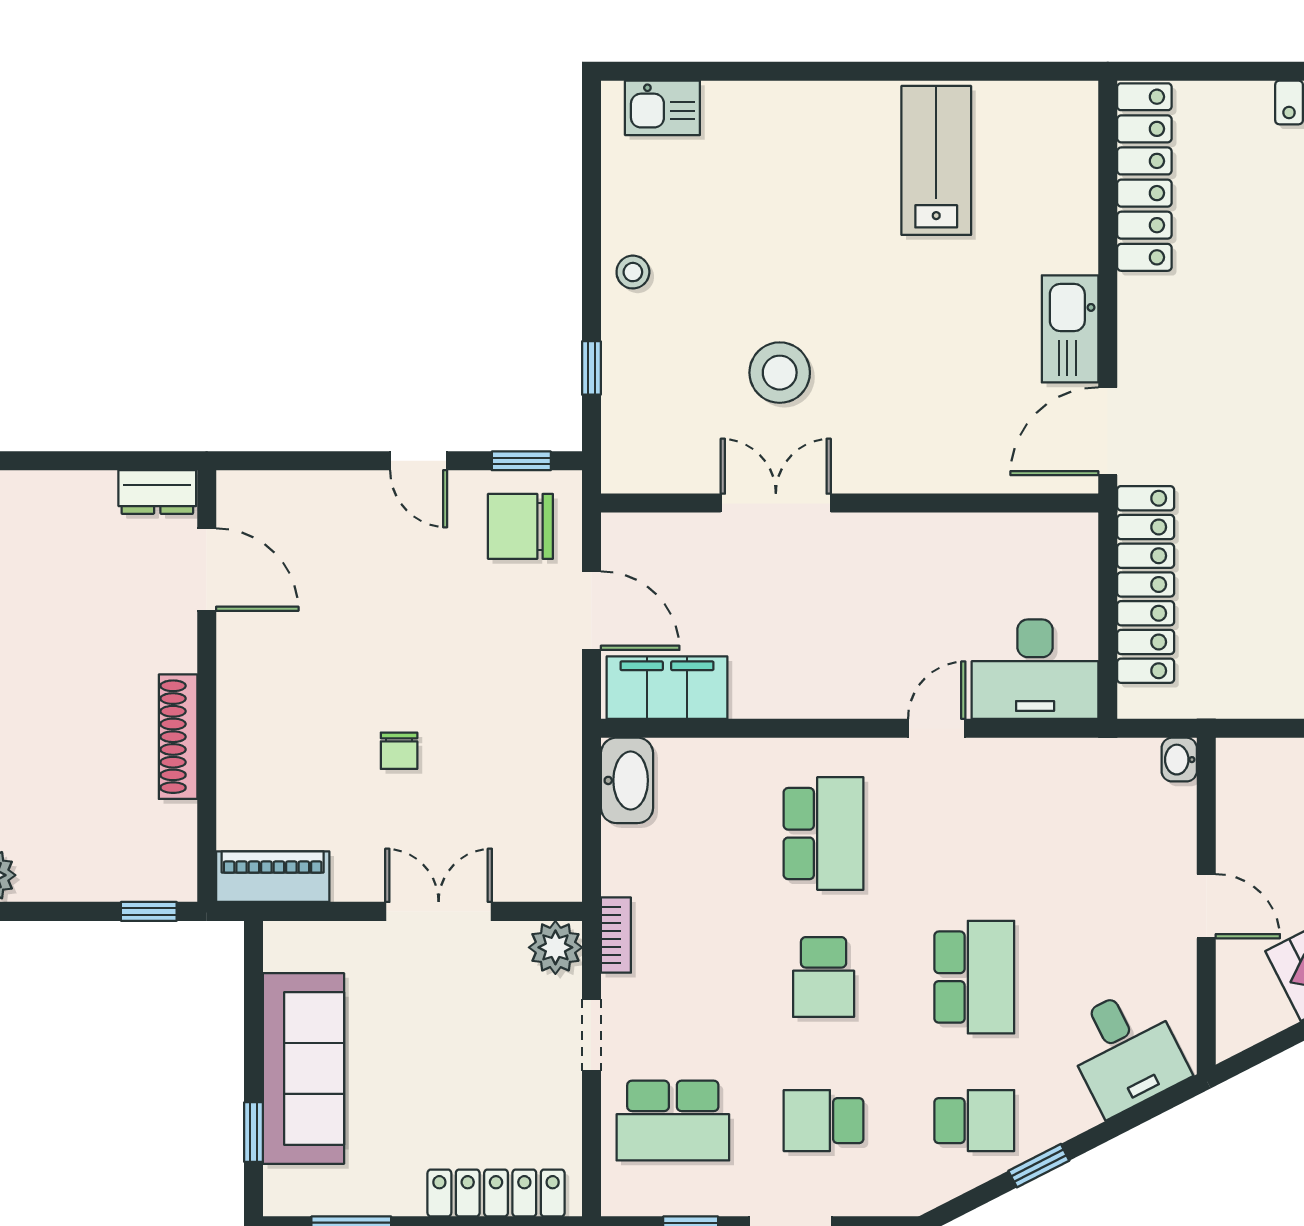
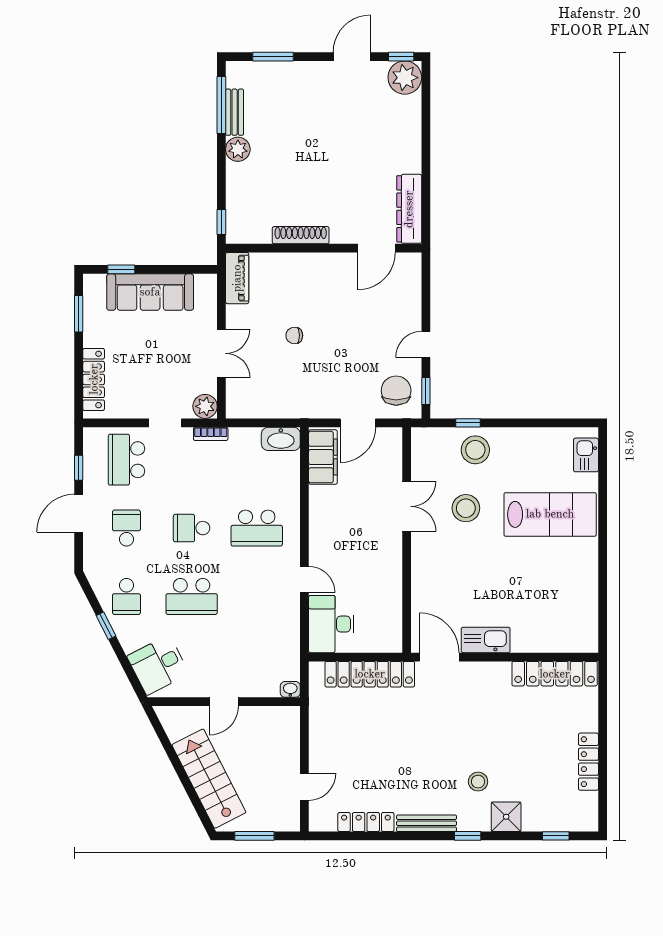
lab bench: (936, 160) -> (550, 514), moved, width x1.36, depth x1.39
stool: (633, 272) -> (475, 450), moved, width x1.89, depth x1.89
dresser: (157, 492) -> (409, 209), width x1.96, depth x1.24

